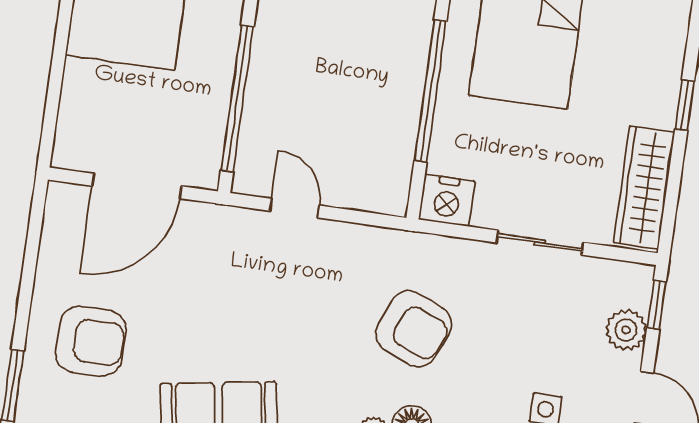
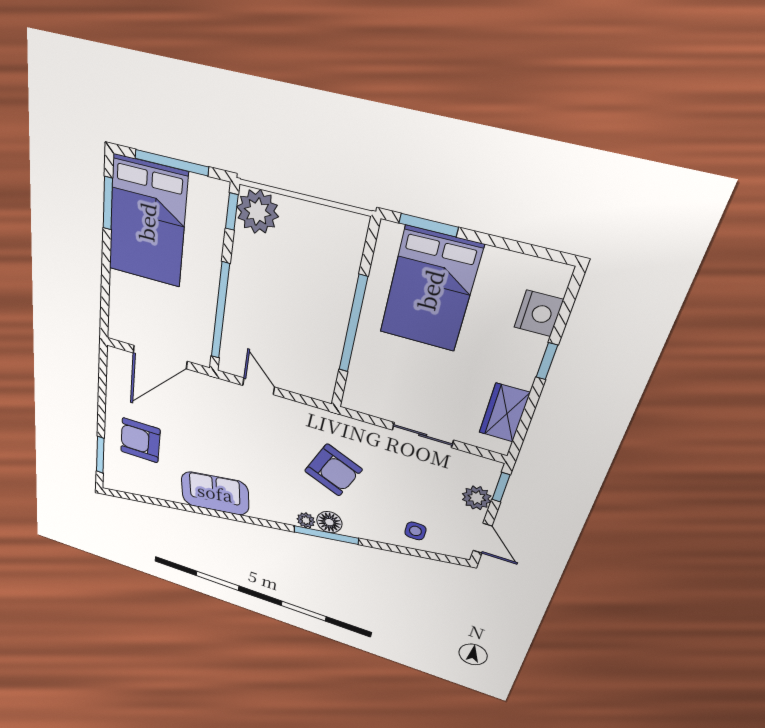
wardrobe: (644, 187) -> (504, 413), width x0.67
nightstand: (447, 200) -> (539, 313), moved, turned -90
armchair: (91, 341) -> (140, 440), turned 180

